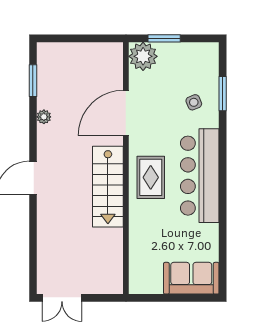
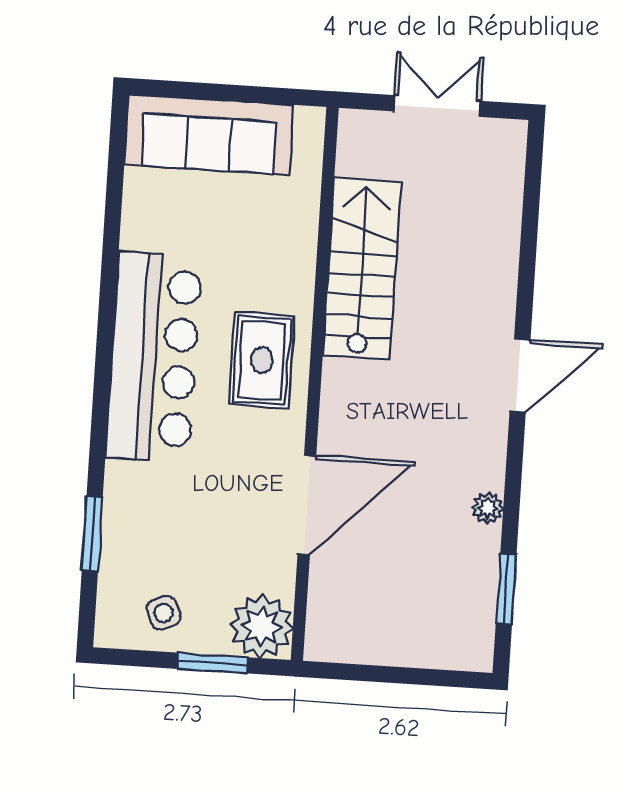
side table: (194, 102) -> (164, 613), moved
stairs: (108, 187) -> (362, 269), moved
sofa: (191, 278) -> (209, 135), width x1.36
double door: (62, 298) -> (437, 106), moved

